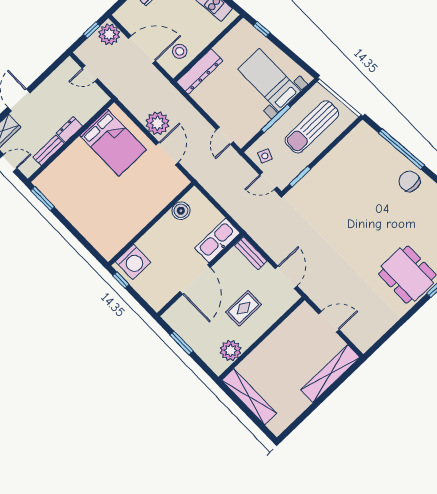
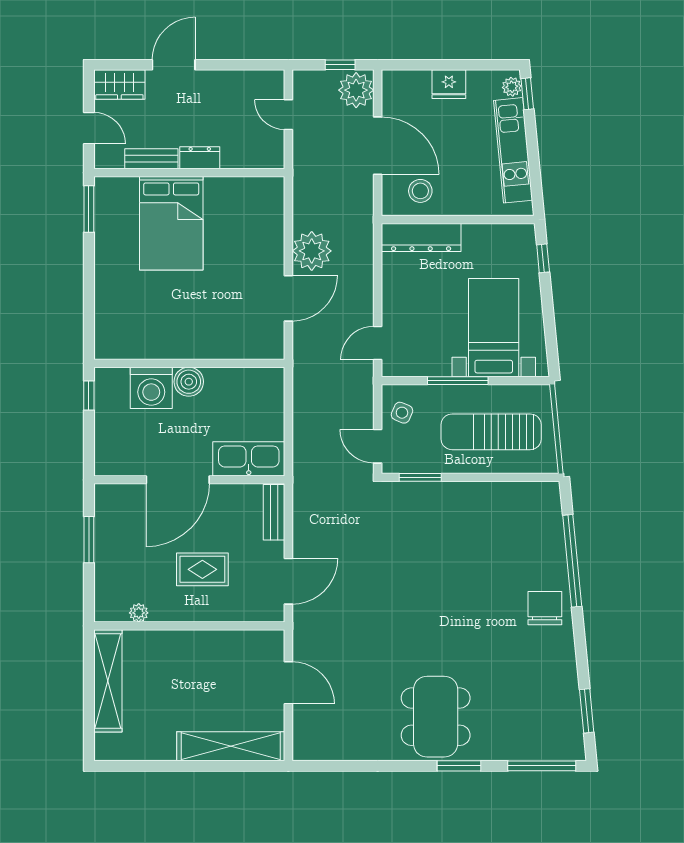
bed: (113, 143) -> (171, 223), moved
boiler: (181, 211) -> (189, 382), moved
washing machine: (133, 262) -> (151, 388), moved
plant: (231, 350) -> (139, 613), width x0.53, depth x0.53

